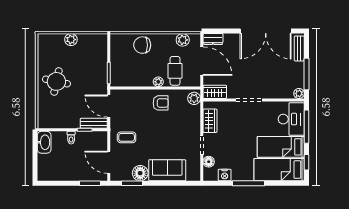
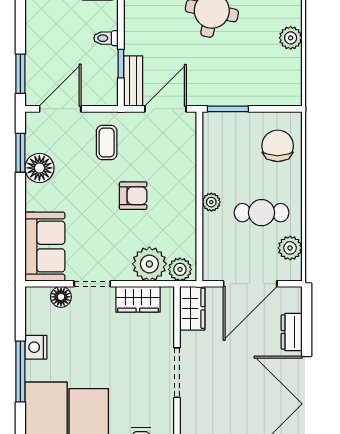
dresser: (213, 39) -> (292, 332), moved
chair: (142, 45) -> (278, 146), moved
cafe table: (175, 71) -> (262, 213), moved
armchair: (161, 103) -> (133, 196), moved, turned -90
plant: (191, 115) -> (149, 264), added
sofa: (167, 170) -> (45, 247), moved
nightstand: (225, 175) -> (36, 347), moved

